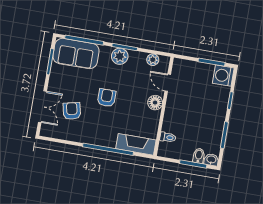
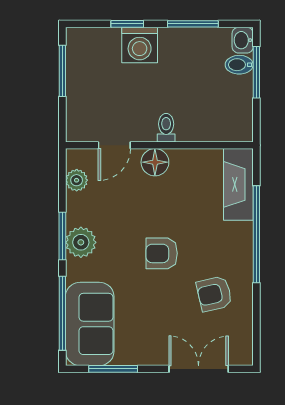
washing machine: (223, 76) -> (140, 45), moved
armchair: (72, 111) -> (214, 294), moved
toilet: (168, 137) -> (166, 128), moved

